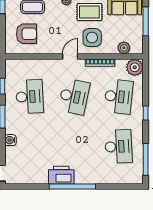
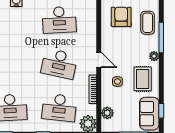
armchair: (26, 34) -> (121, 17), turned 180
side table: (92, 38) -> (117, 81), width x0.54, depth x0.54

